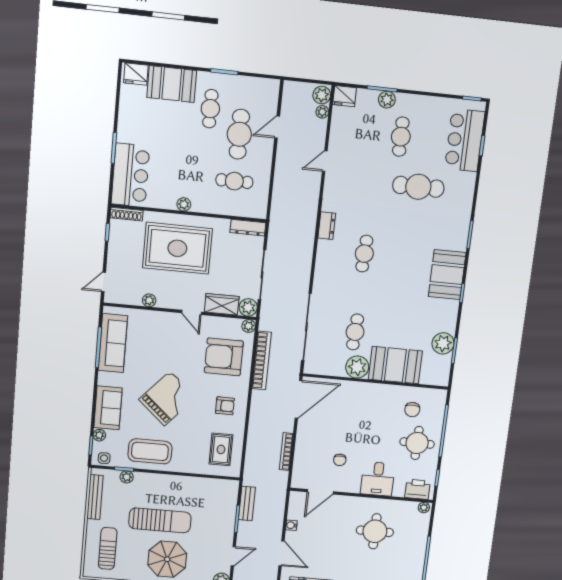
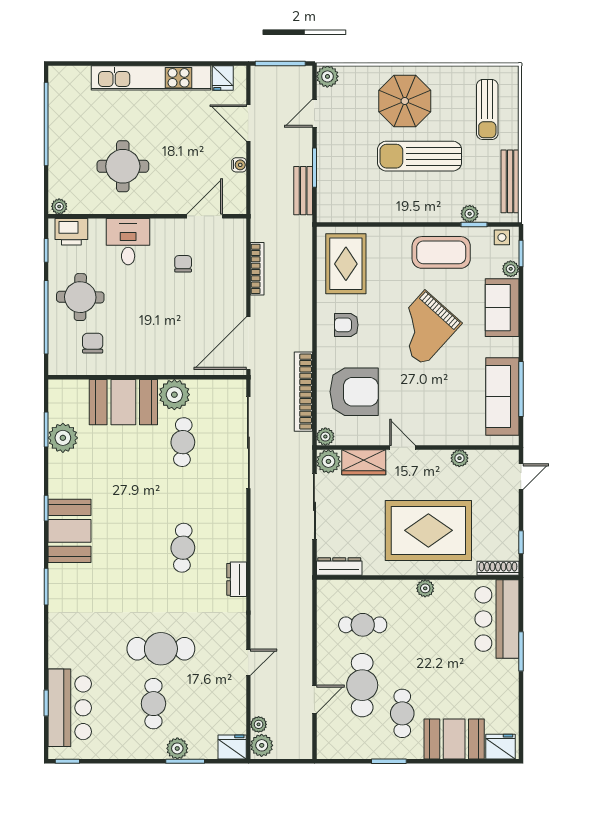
cafe table: (418, 187) -> (161, 649), moved
rug: (221, 449) -> (346, 264), width x1.36, depth x1.43

